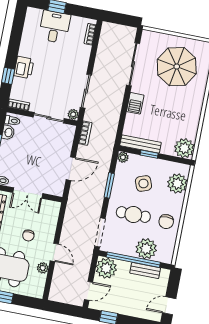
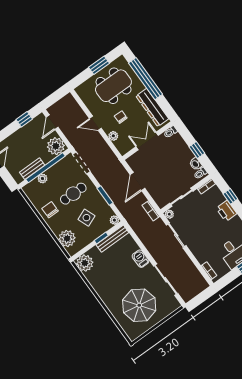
plant: (146, 249) -> (42, 178), width x0.53, depth x0.53
plant: (43, 268) -> (113, 136), moved

